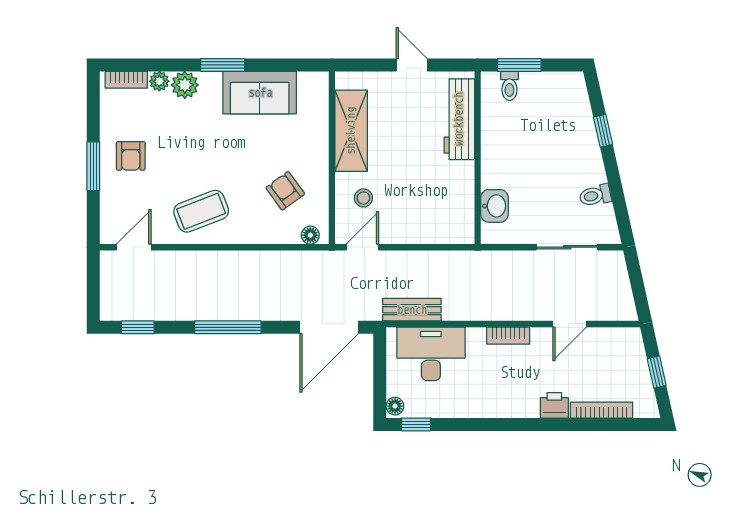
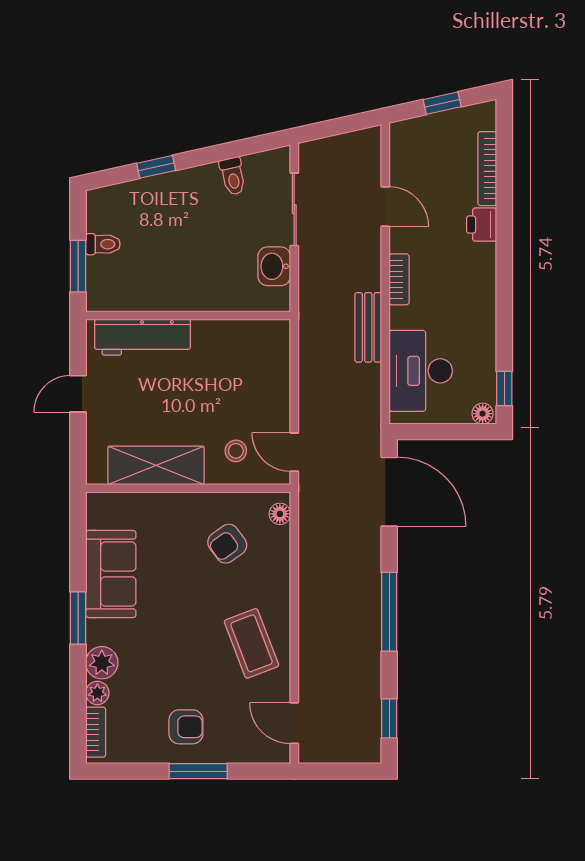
toilet: (509, 86) -> (103, 244), moved
washbasin: (495, 206) -> (274, 266), moved, turned -90
bench: (412, 310) -> (368, 327), moved

